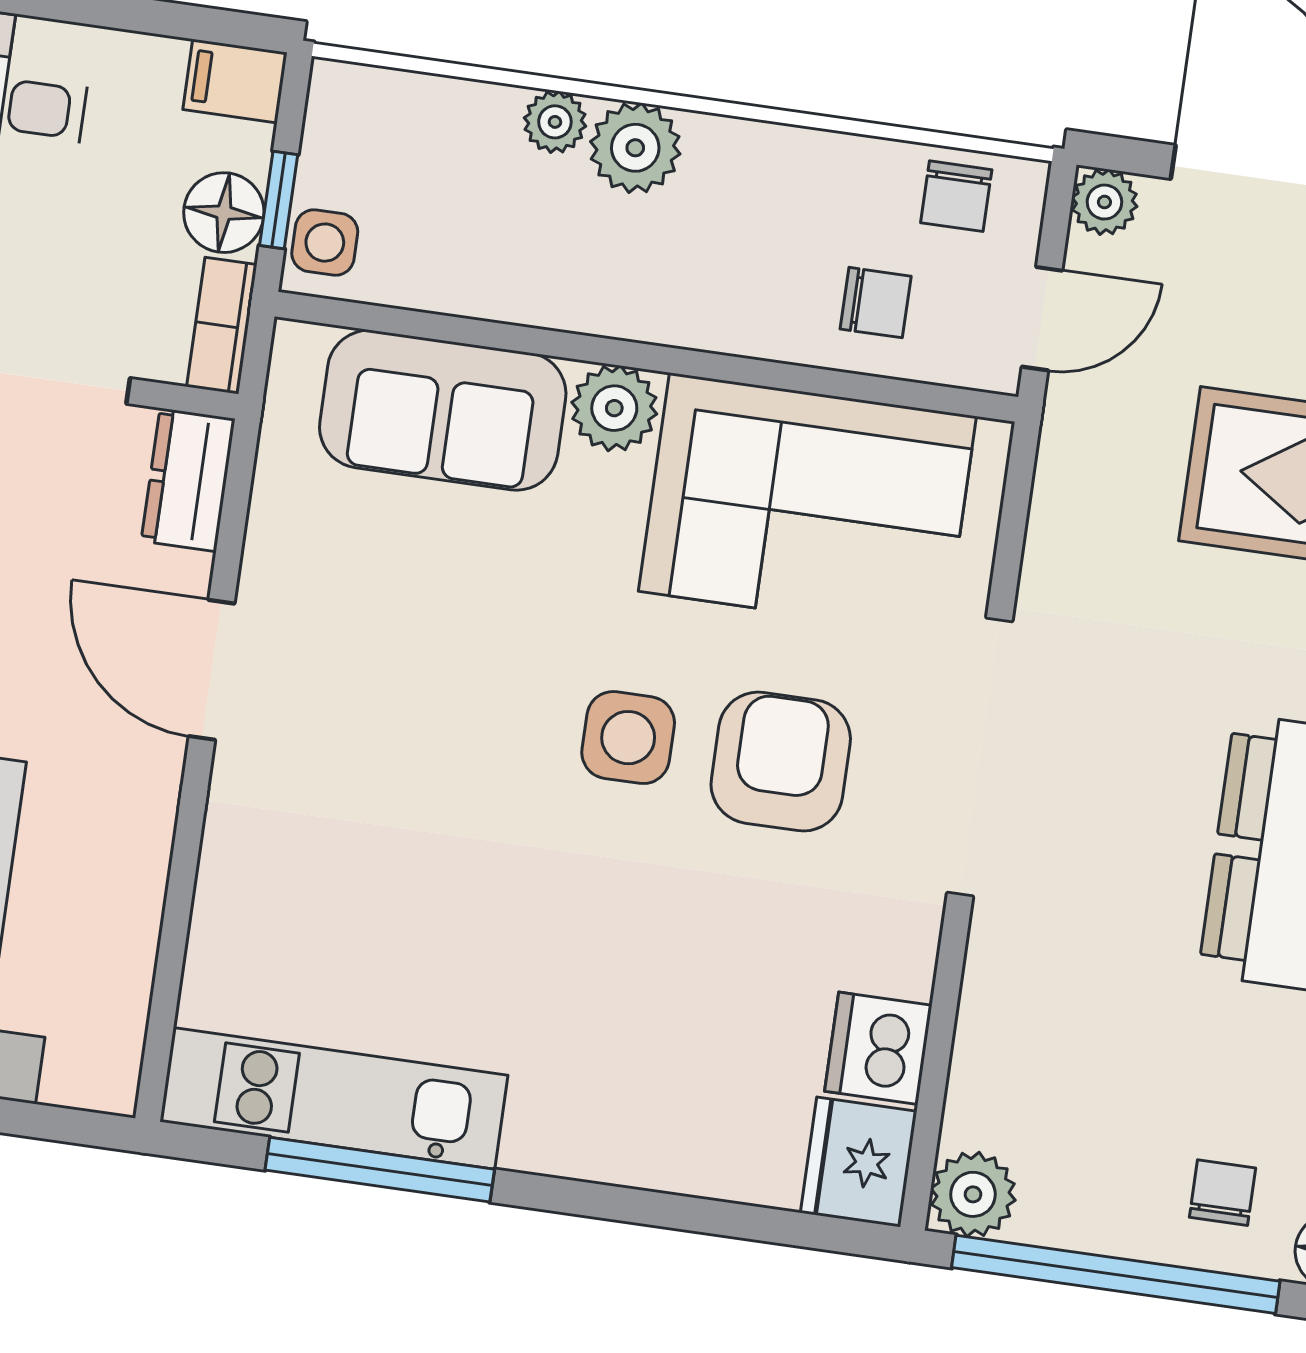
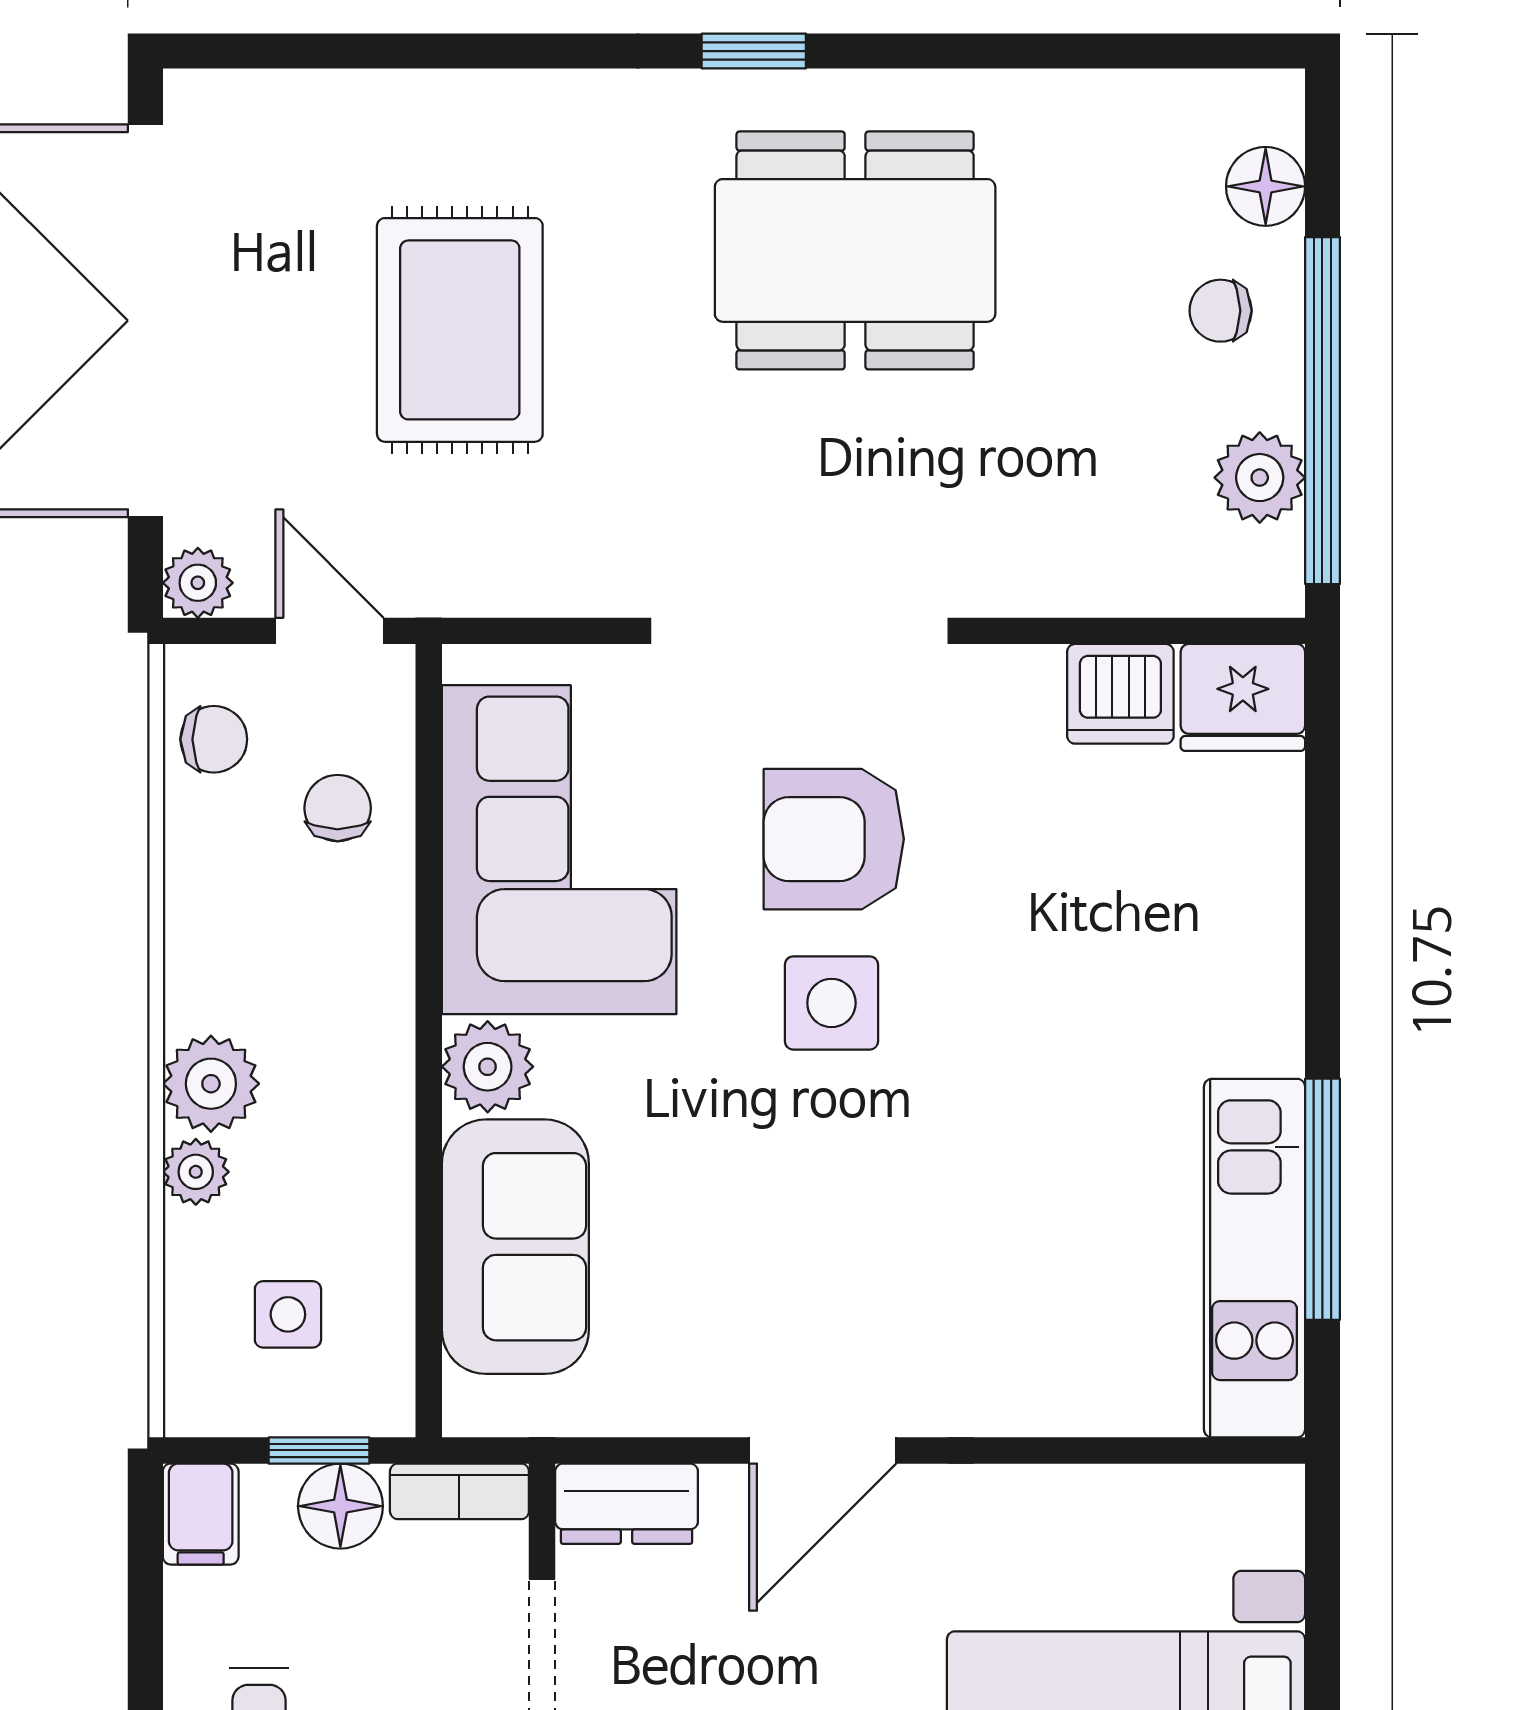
side table: (325, 243) -> (288, 1314), moved
plant: (973, 1194) -> (1260, 478), moved

